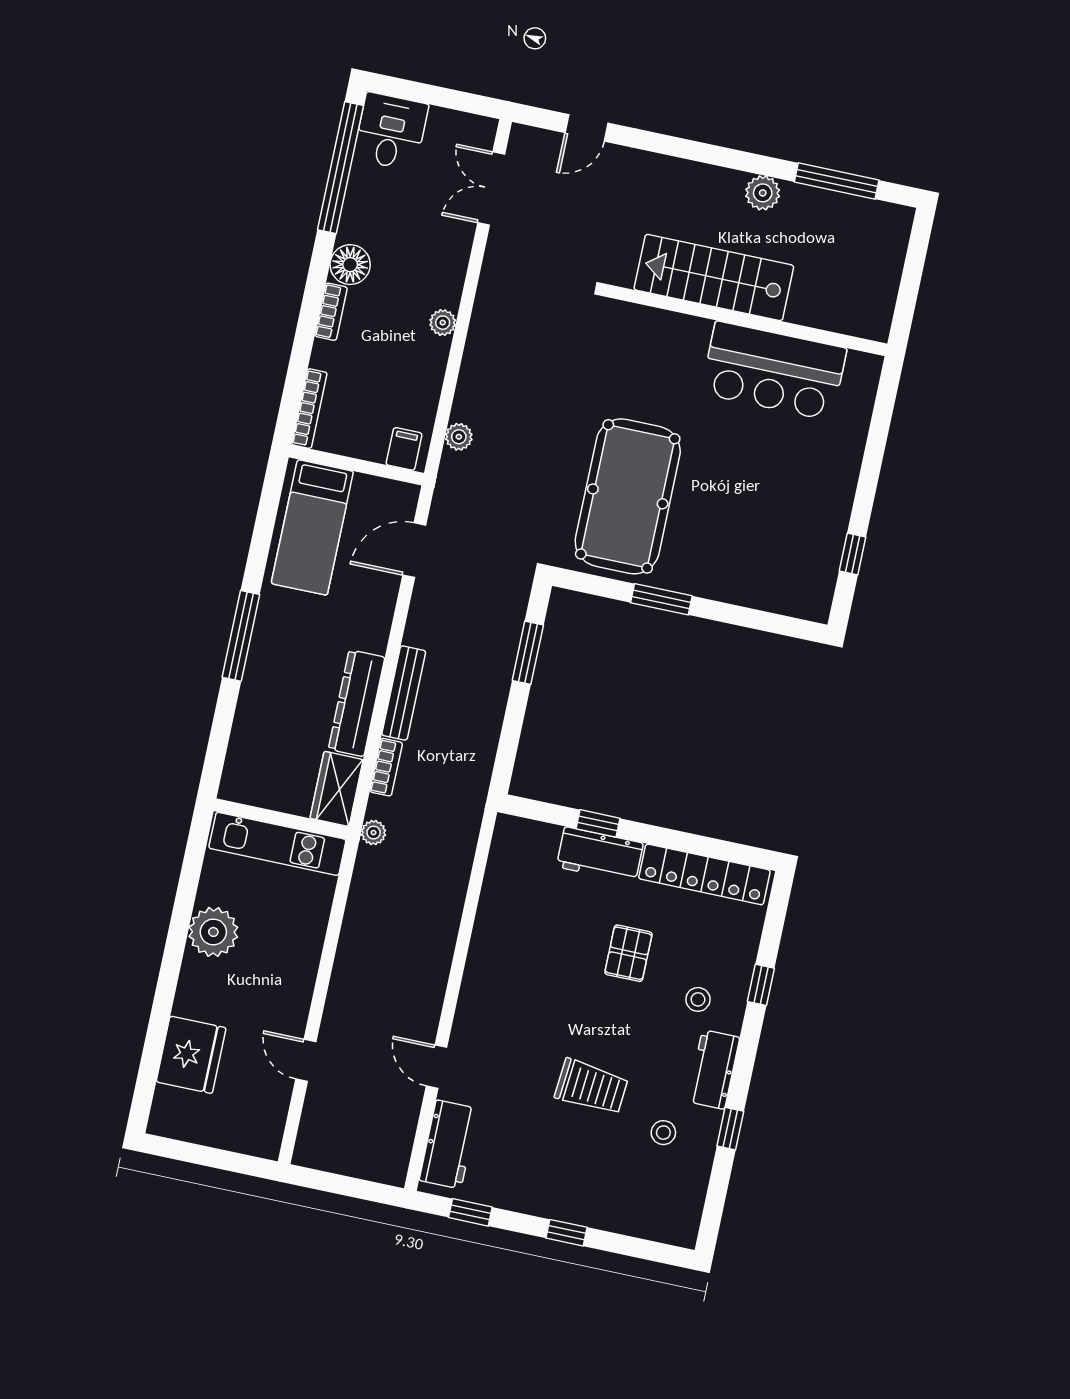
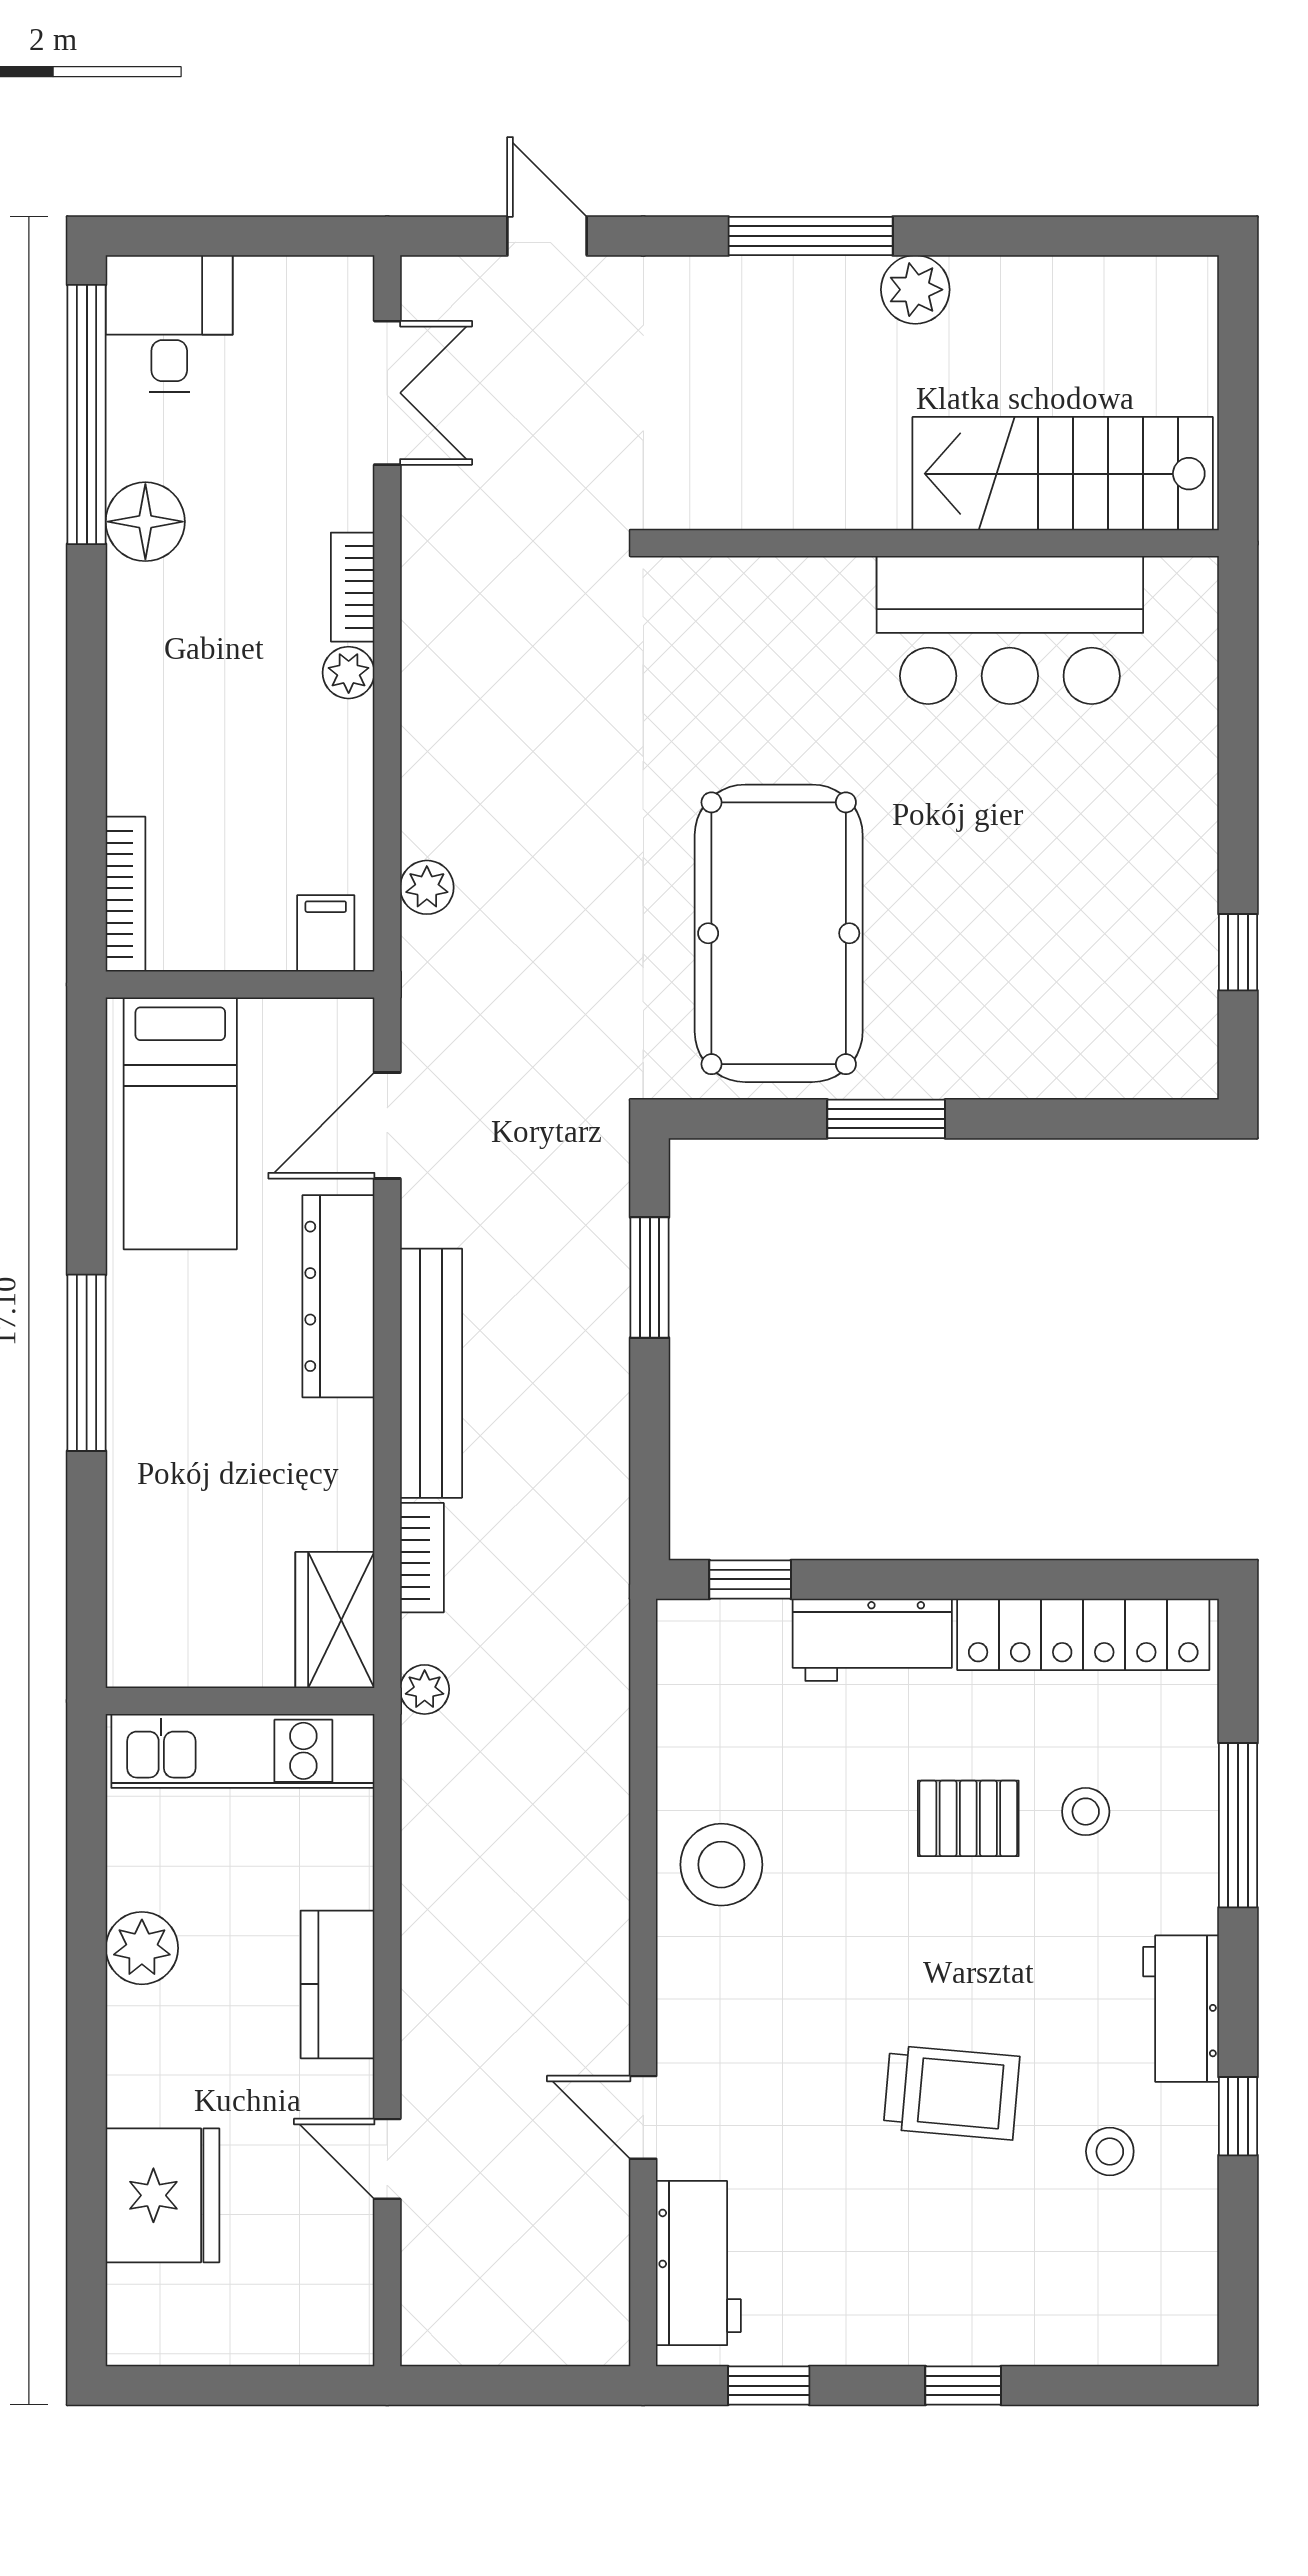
door: (587, 128) -> (547, 236), swing flipped
window: (837, 181) -> (811, 236), moved
double door: (491, 188) -> (387, 393), swing flipped
floor lamp: (350, 265) -> (145, 522), moved
stairs: (714, 278) -> (1063, 474), moved
bookcase: (331, 312) -> (353, 587), moved, turned 180
bench: (404, 693) -> (431, 1373), width x1.37, depth x1.21
dresser: (357, 703) -> (338, 1296), moved
window: (598, 823) -> (750, 1579), moved
plant: (213, 932) -> (142, 1948), width x0.73, depth x0.73
stool: (502, 950) -> (721, 1865), added
pallet: (628, 953) -> (968, 1818), turned 90
kitchen counter: (300, 969) -> (337, 1984), added
window: (761, 985) -> (1238, 1825), width x2.17
stool: (698, 999) -> (1086, 1812), moved

